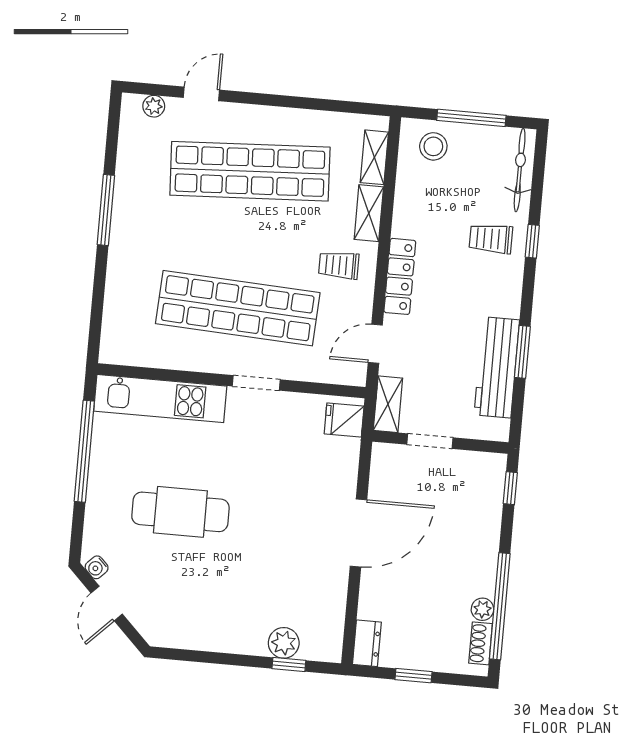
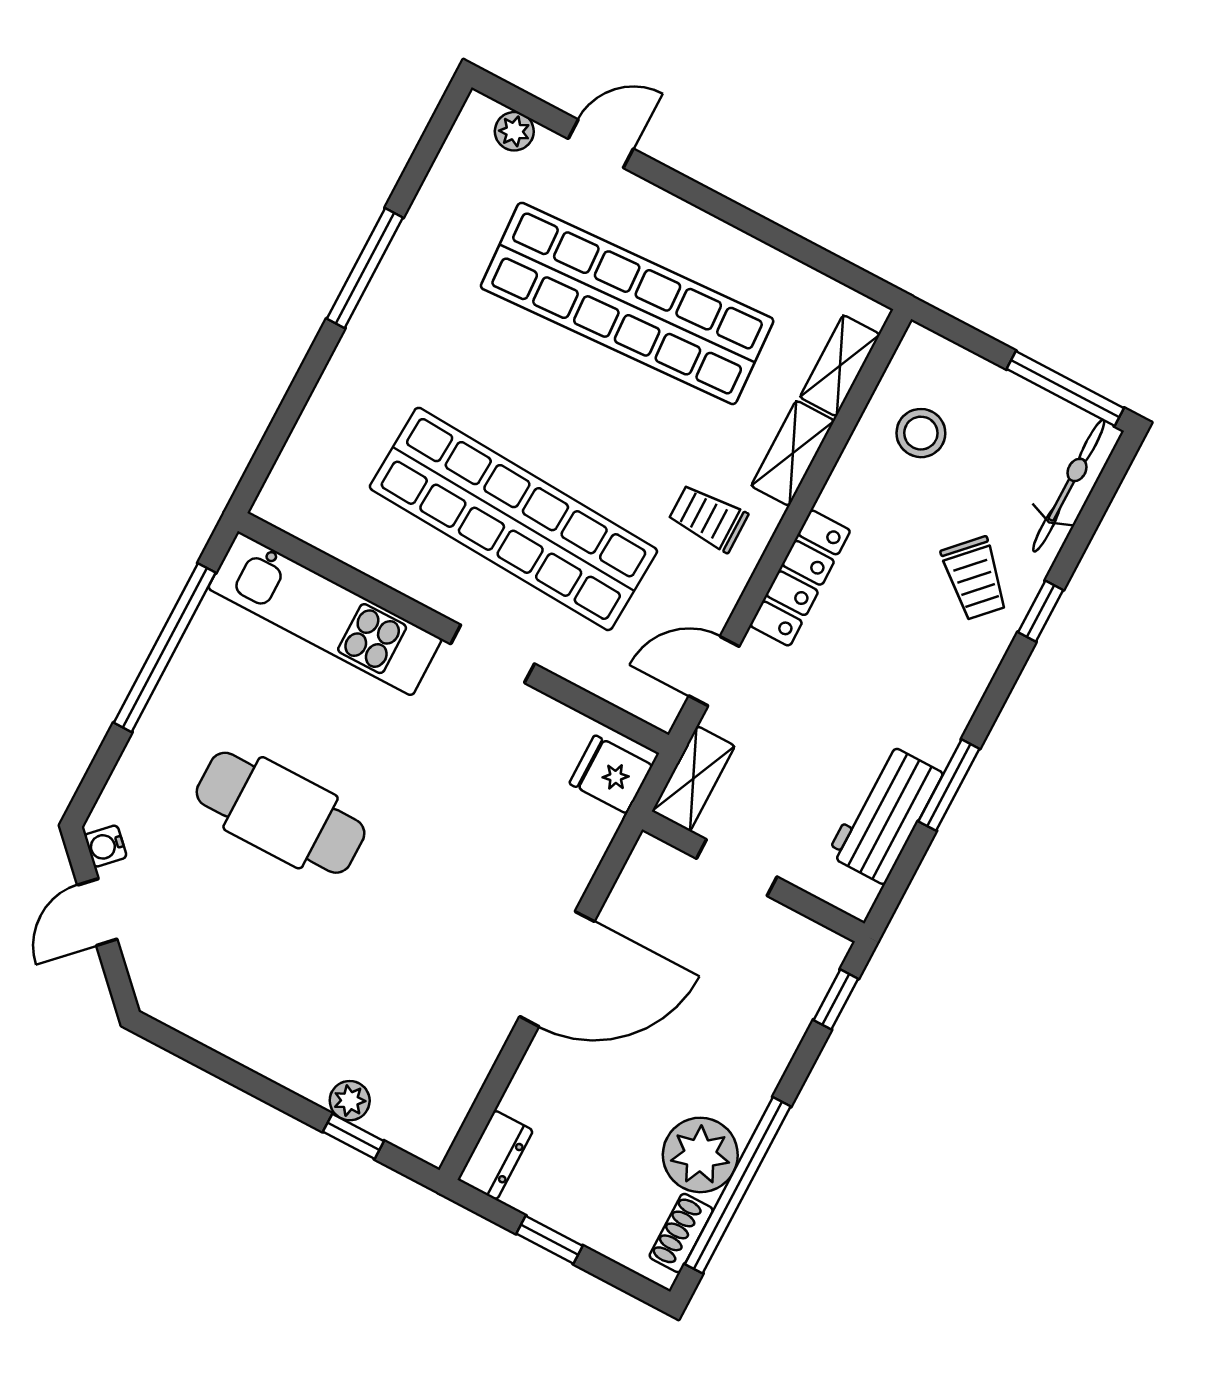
window: (471, 118) -> (1065, 389), moved
stool: (433, 146) -> (921, 433), moved
trolley: (491, 239) -> (975, 578), turned -136
workbench: (497, 367) -> (885, 814), width x0.73
plant: (482, 609) -> (700, 1155), width x1.88, depth x1.88
plant: (284, 643) -> (350, 1101), width x0.73, depth x0.73

